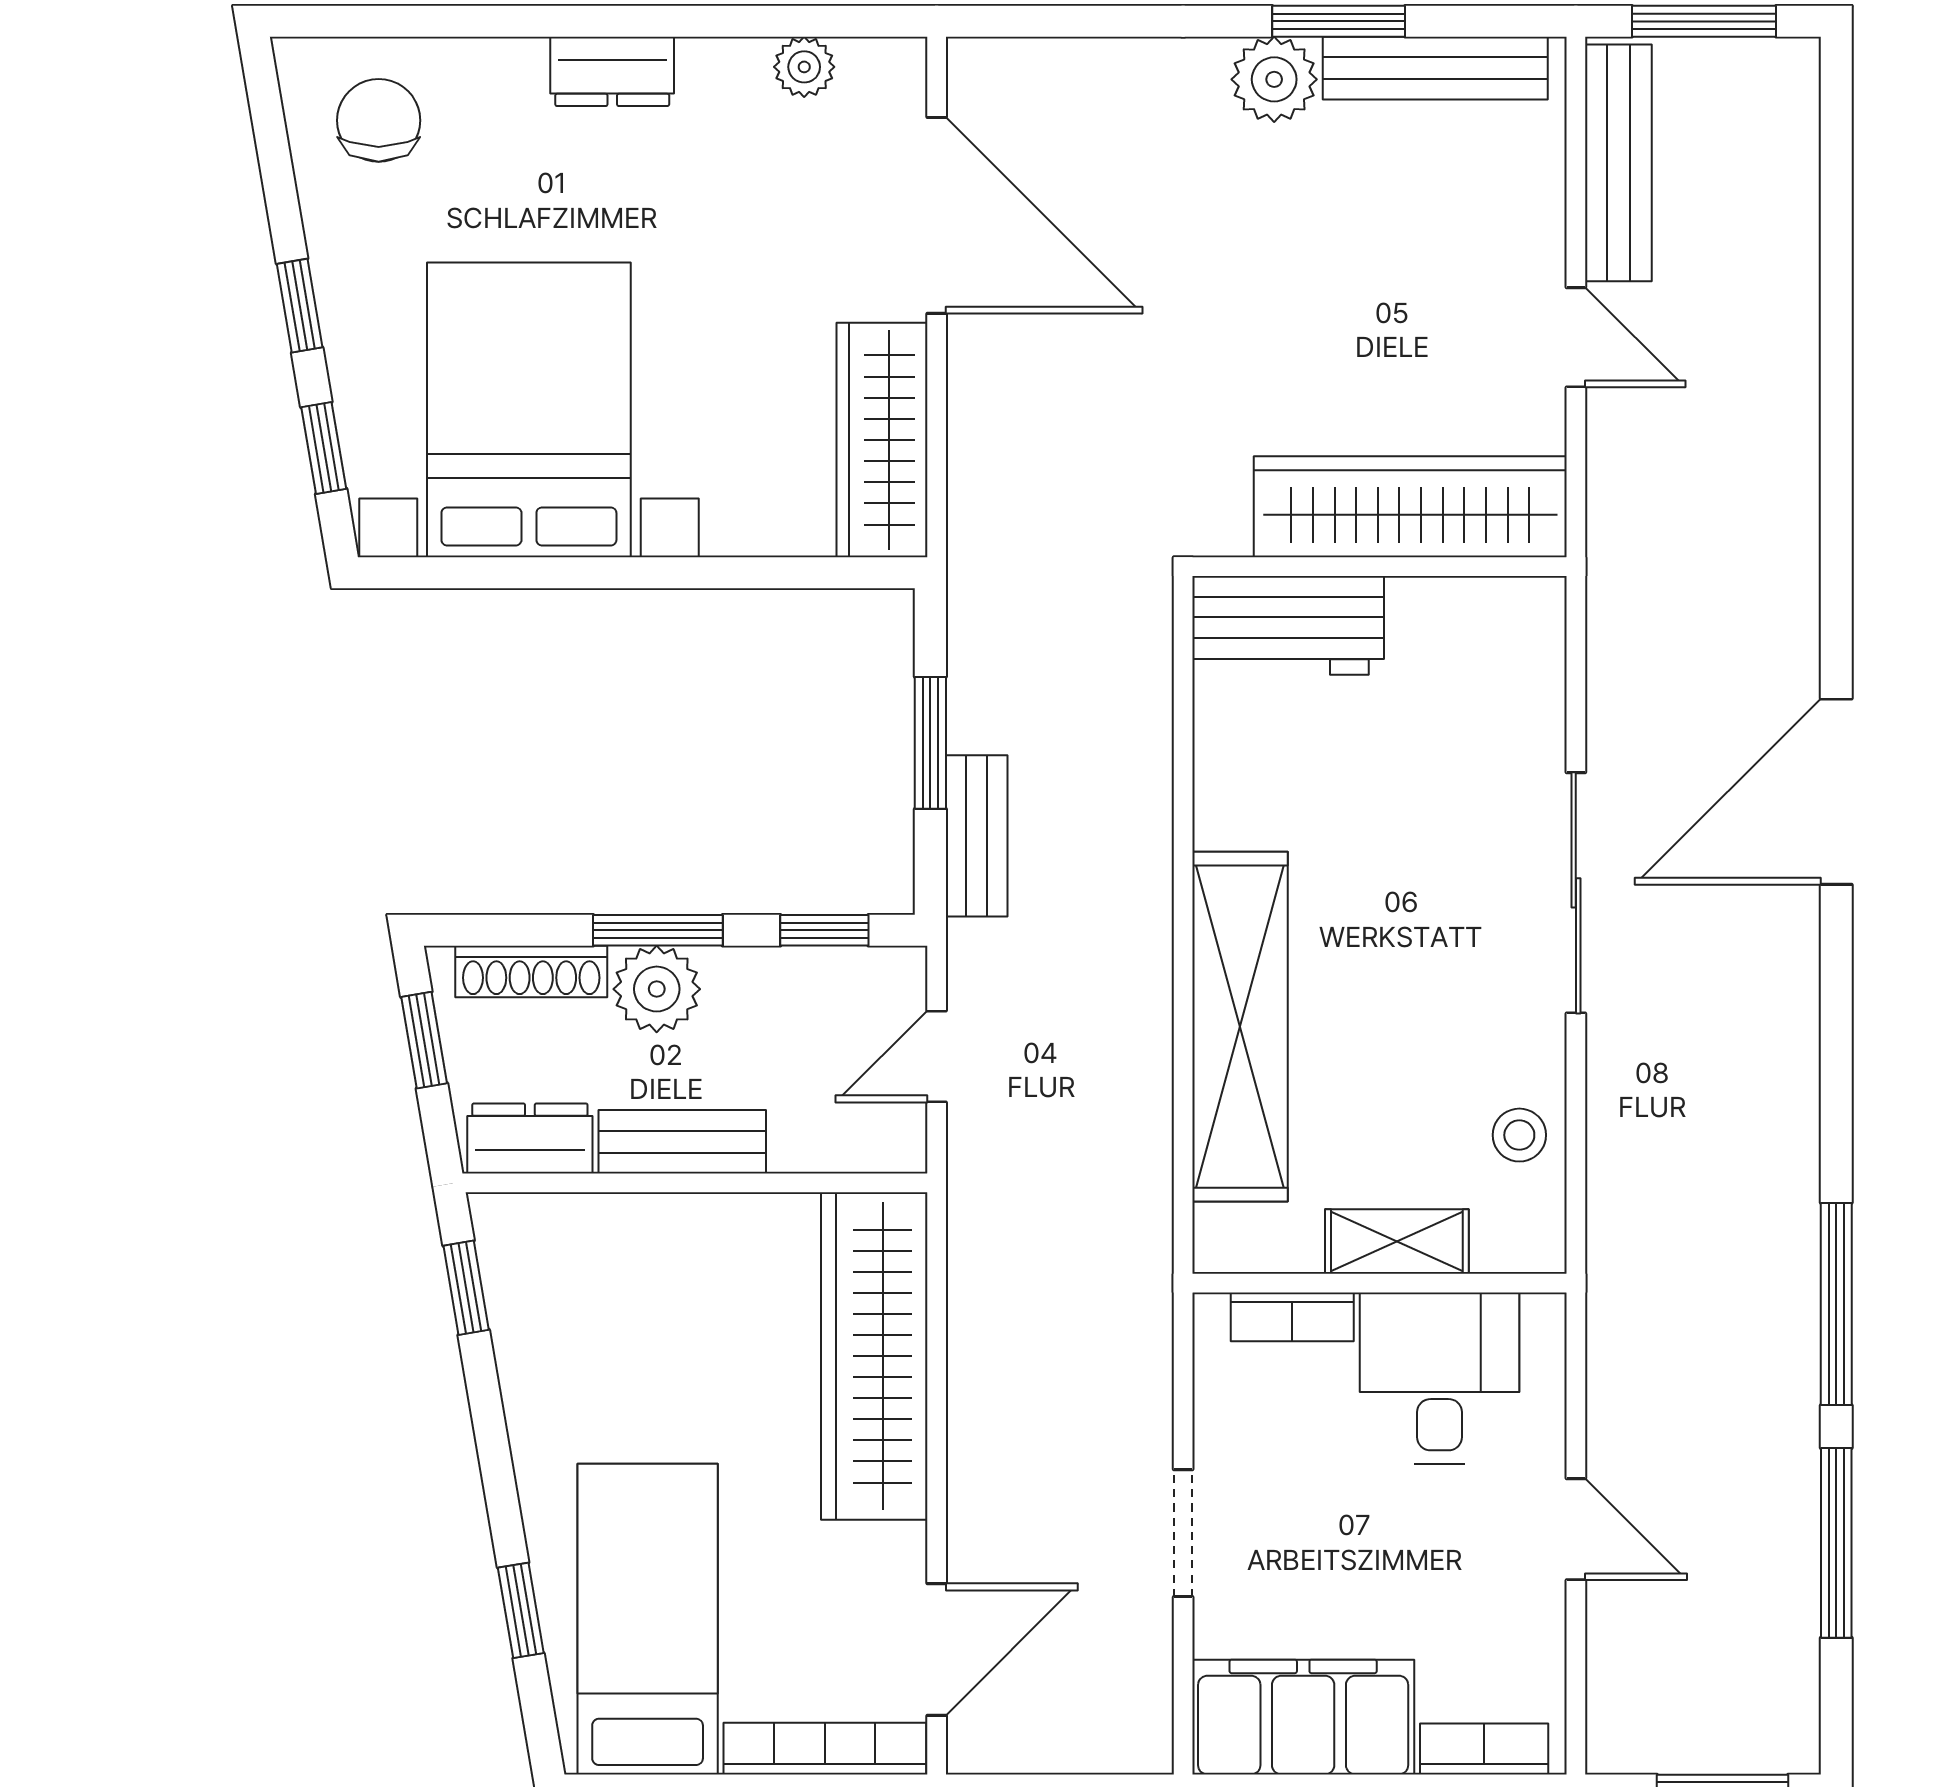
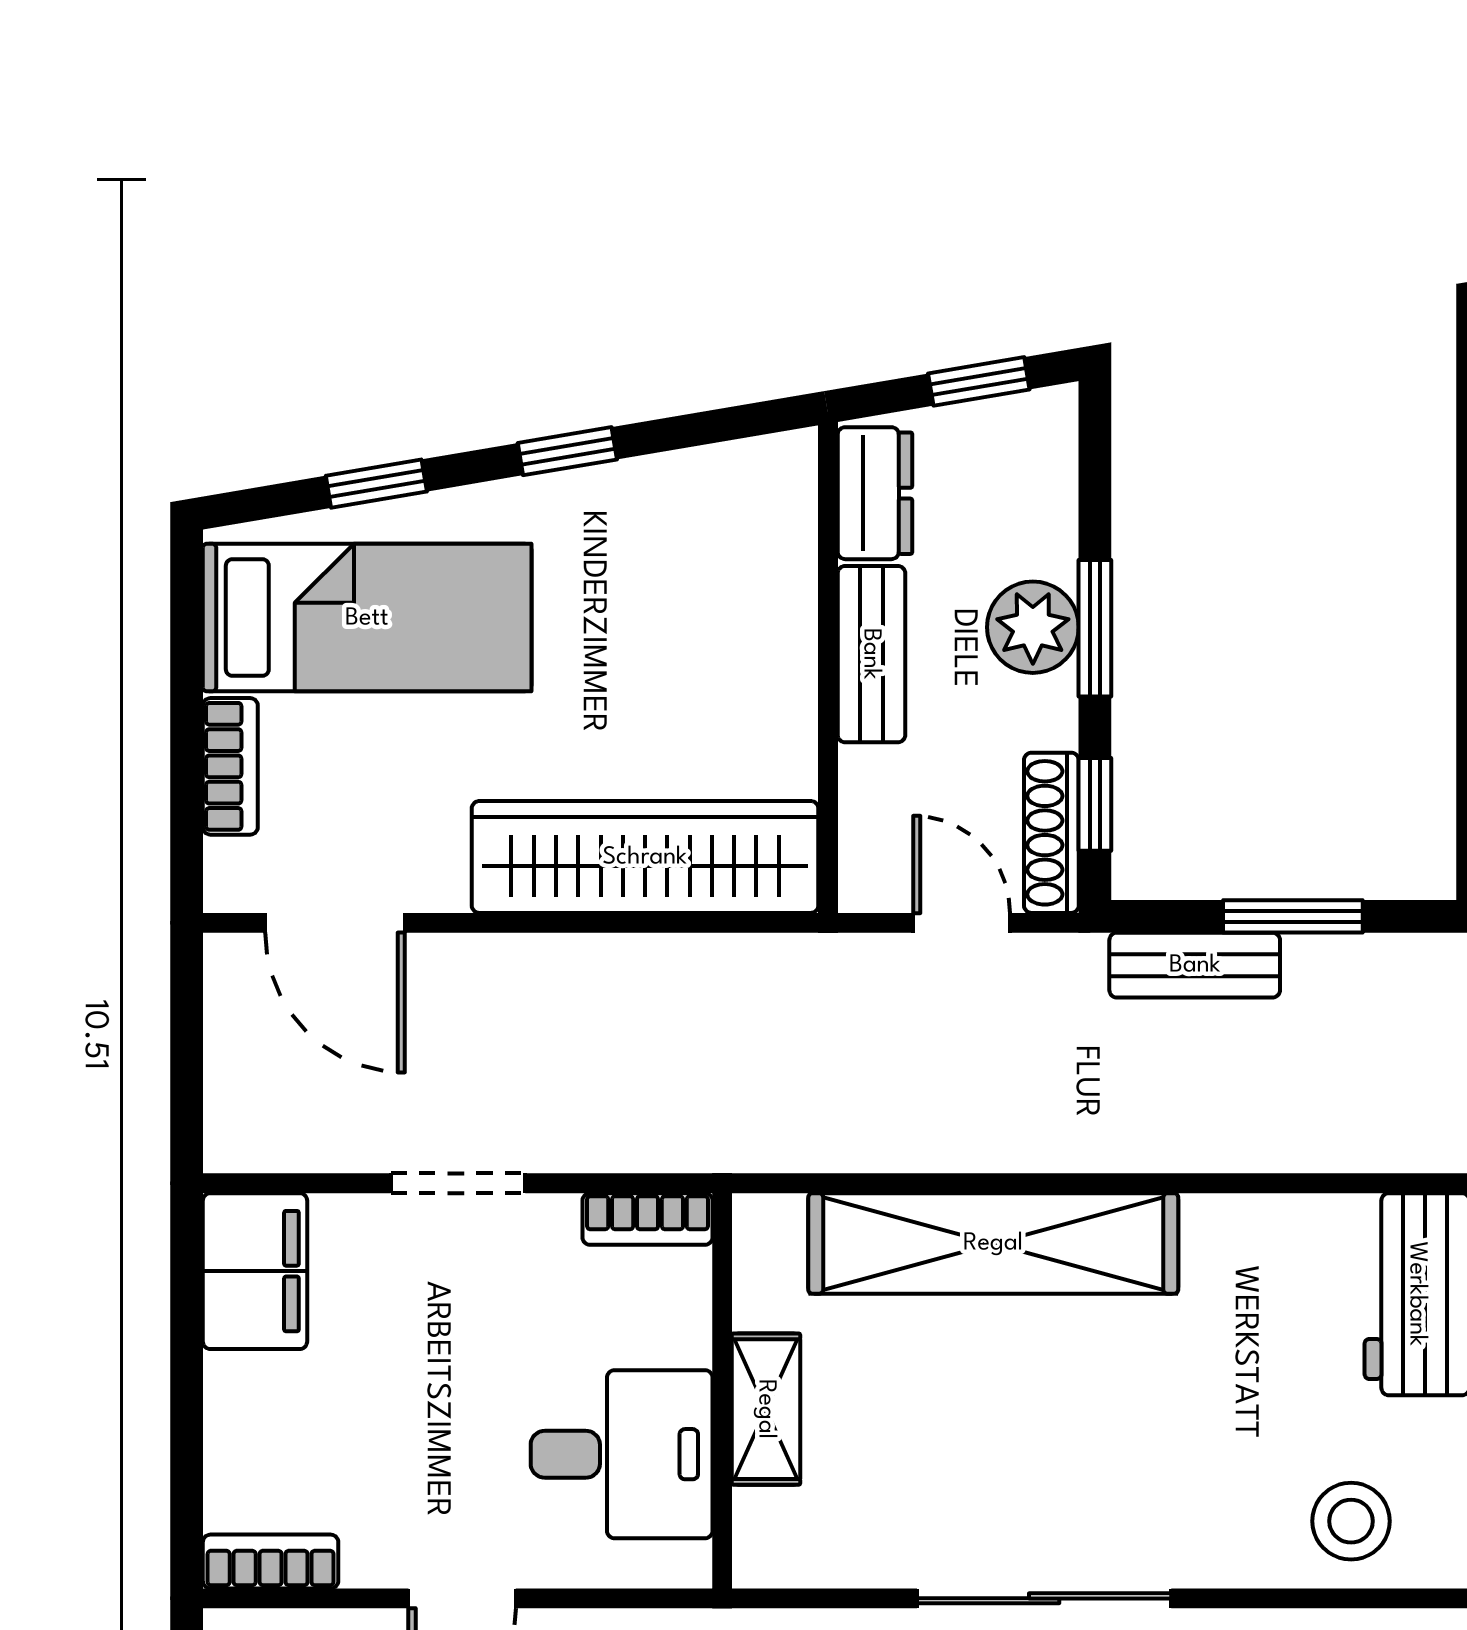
sliding door: (1576, 893) -> (1044, 1598), moved
shoe rack: (531, 971) -> (1051, 833), moved
stool: (1519, 1135) -> (1351, 1521), moved, width x1.37, depth x1.37
window: (466, 1288) -> (567, 451), moved
bookcase: (1292, 1317) -> (648, 1219), moved, turned -90
filing cabinet: (1303, 1717) -> (255, 1271), width x0.67, depth x0.86
bookcase: (825, 1749) -> (230, 766), width x0.64
bookcase: (1484, 1749) -> (271, 1561), moved, turned -90

